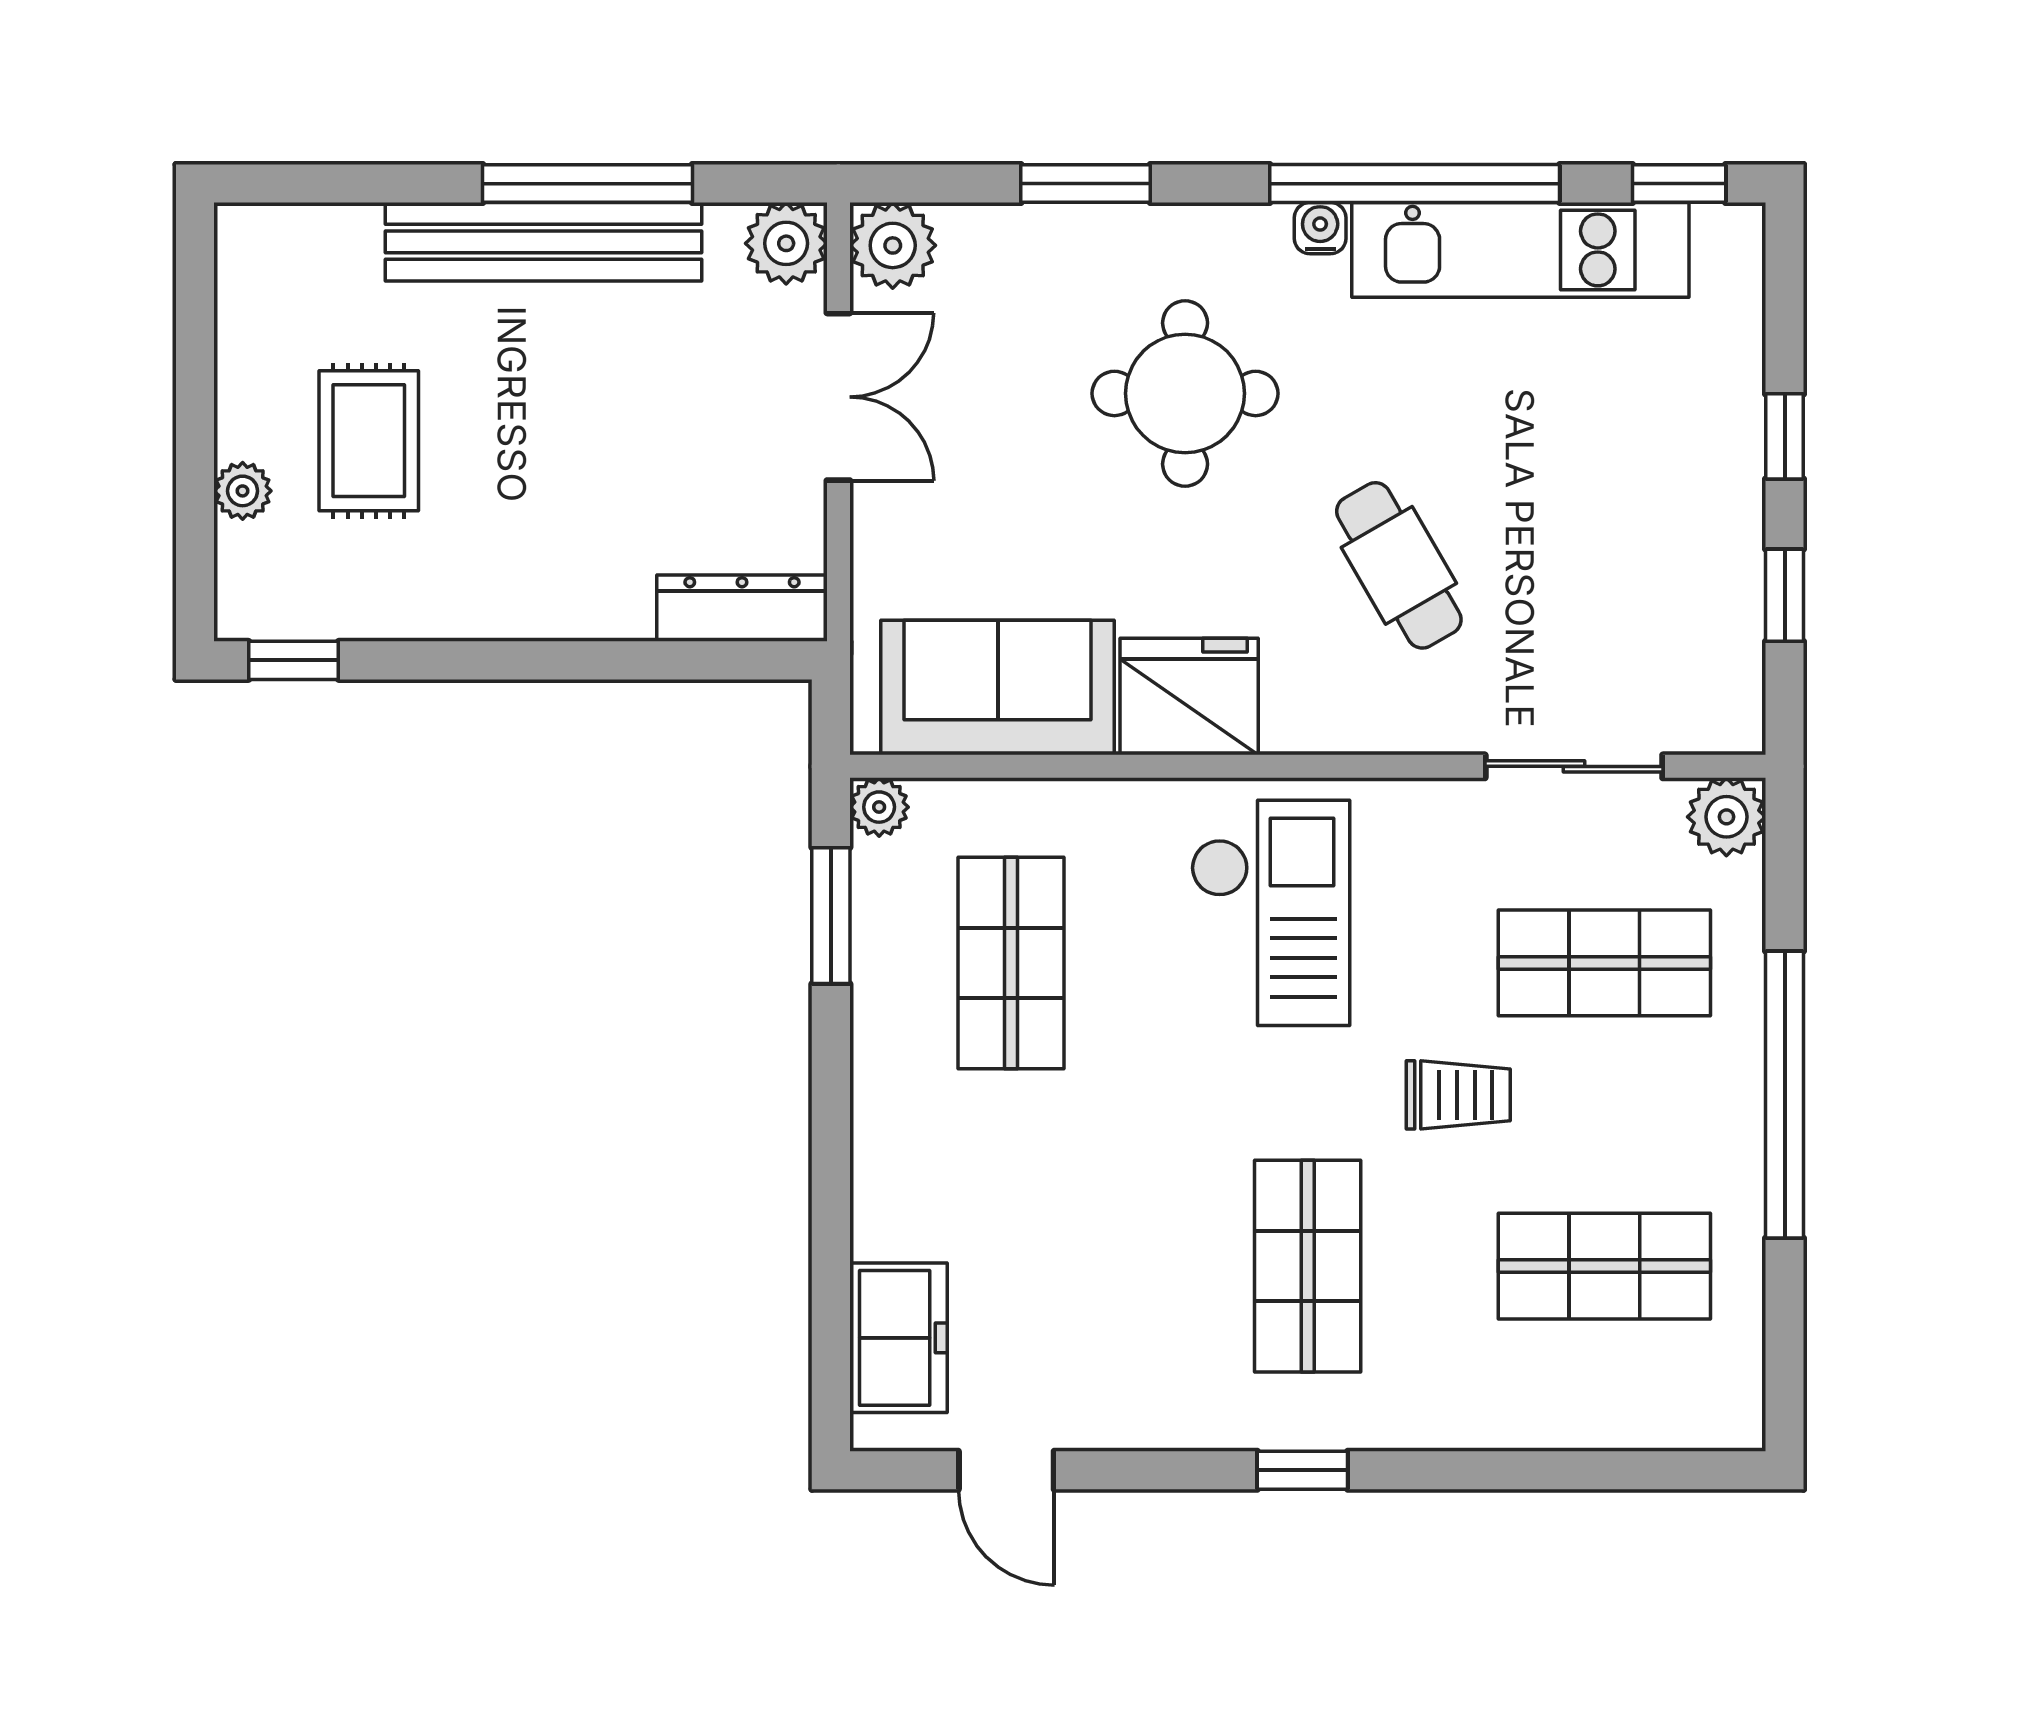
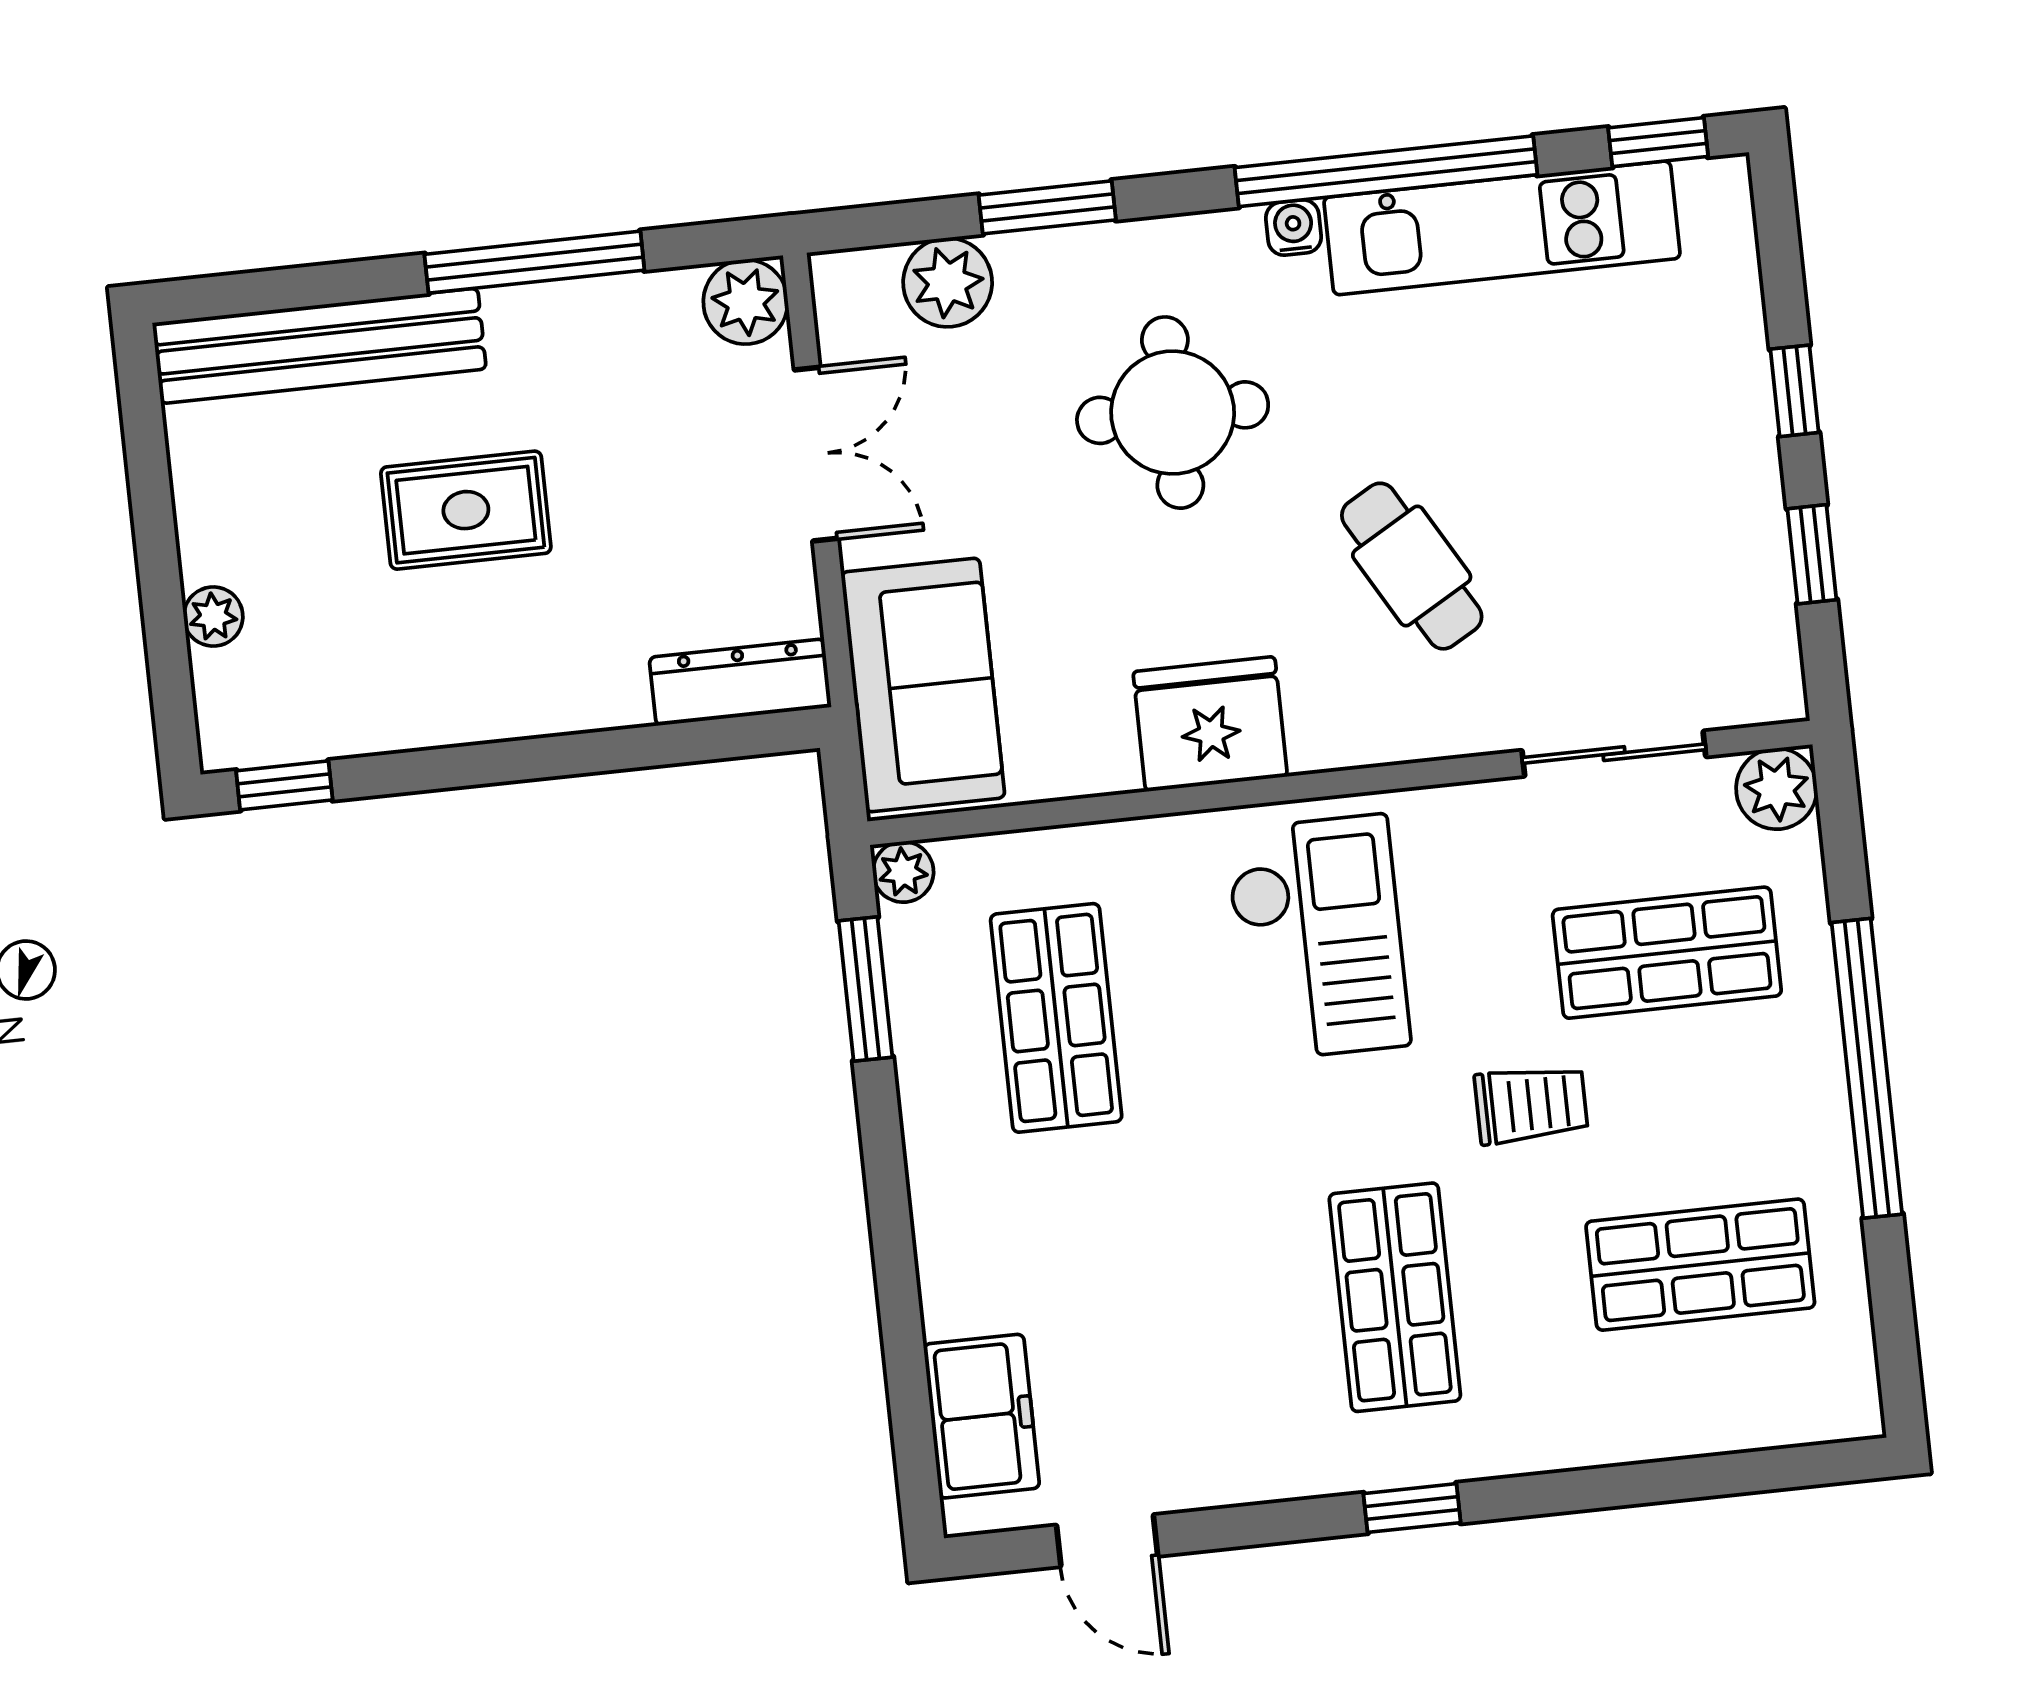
bench: (543, 242) -> (319, 346), moved
plant: (893, 245) -> (948, 282), moved
rug: (369, 441) -> (466, 510), moved, turned 90
sofa: (998, 688) -> (923, 685), moved, turned 90

